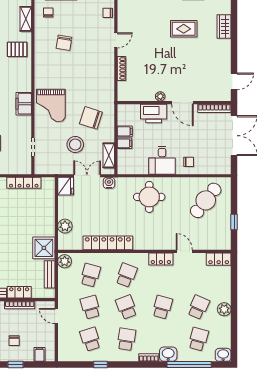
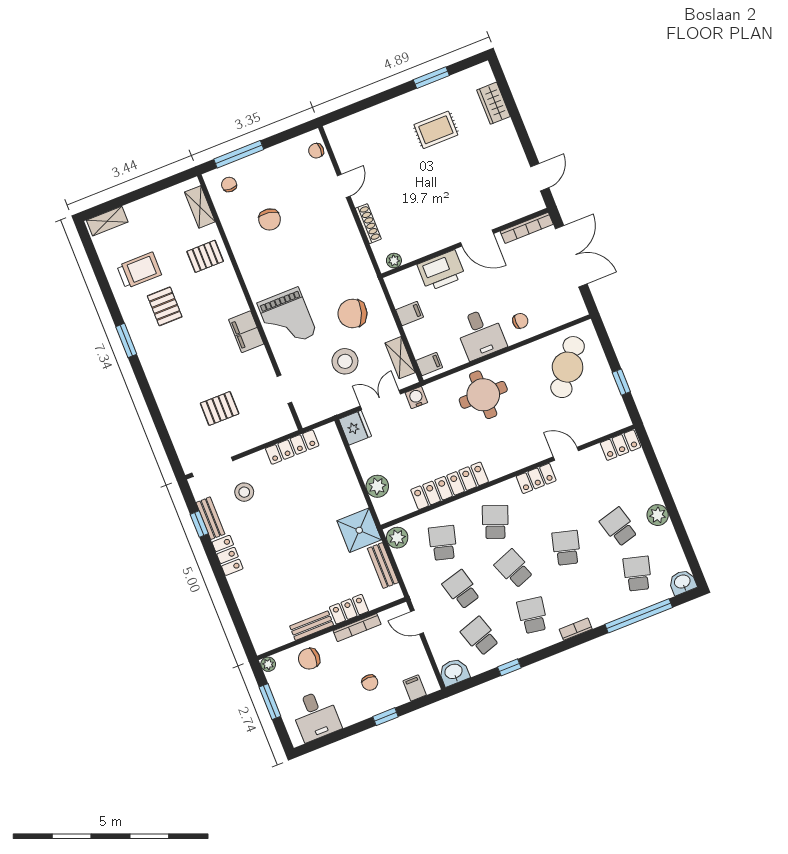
plant: (160, 96) -> (394, 261), moved
filing cabinet: (124, 143) -> (429, 364), moved
school desk: (198, 307) -> (619, 527), turned -39
washbasin: (168, 354) -> (454, 672), moved

